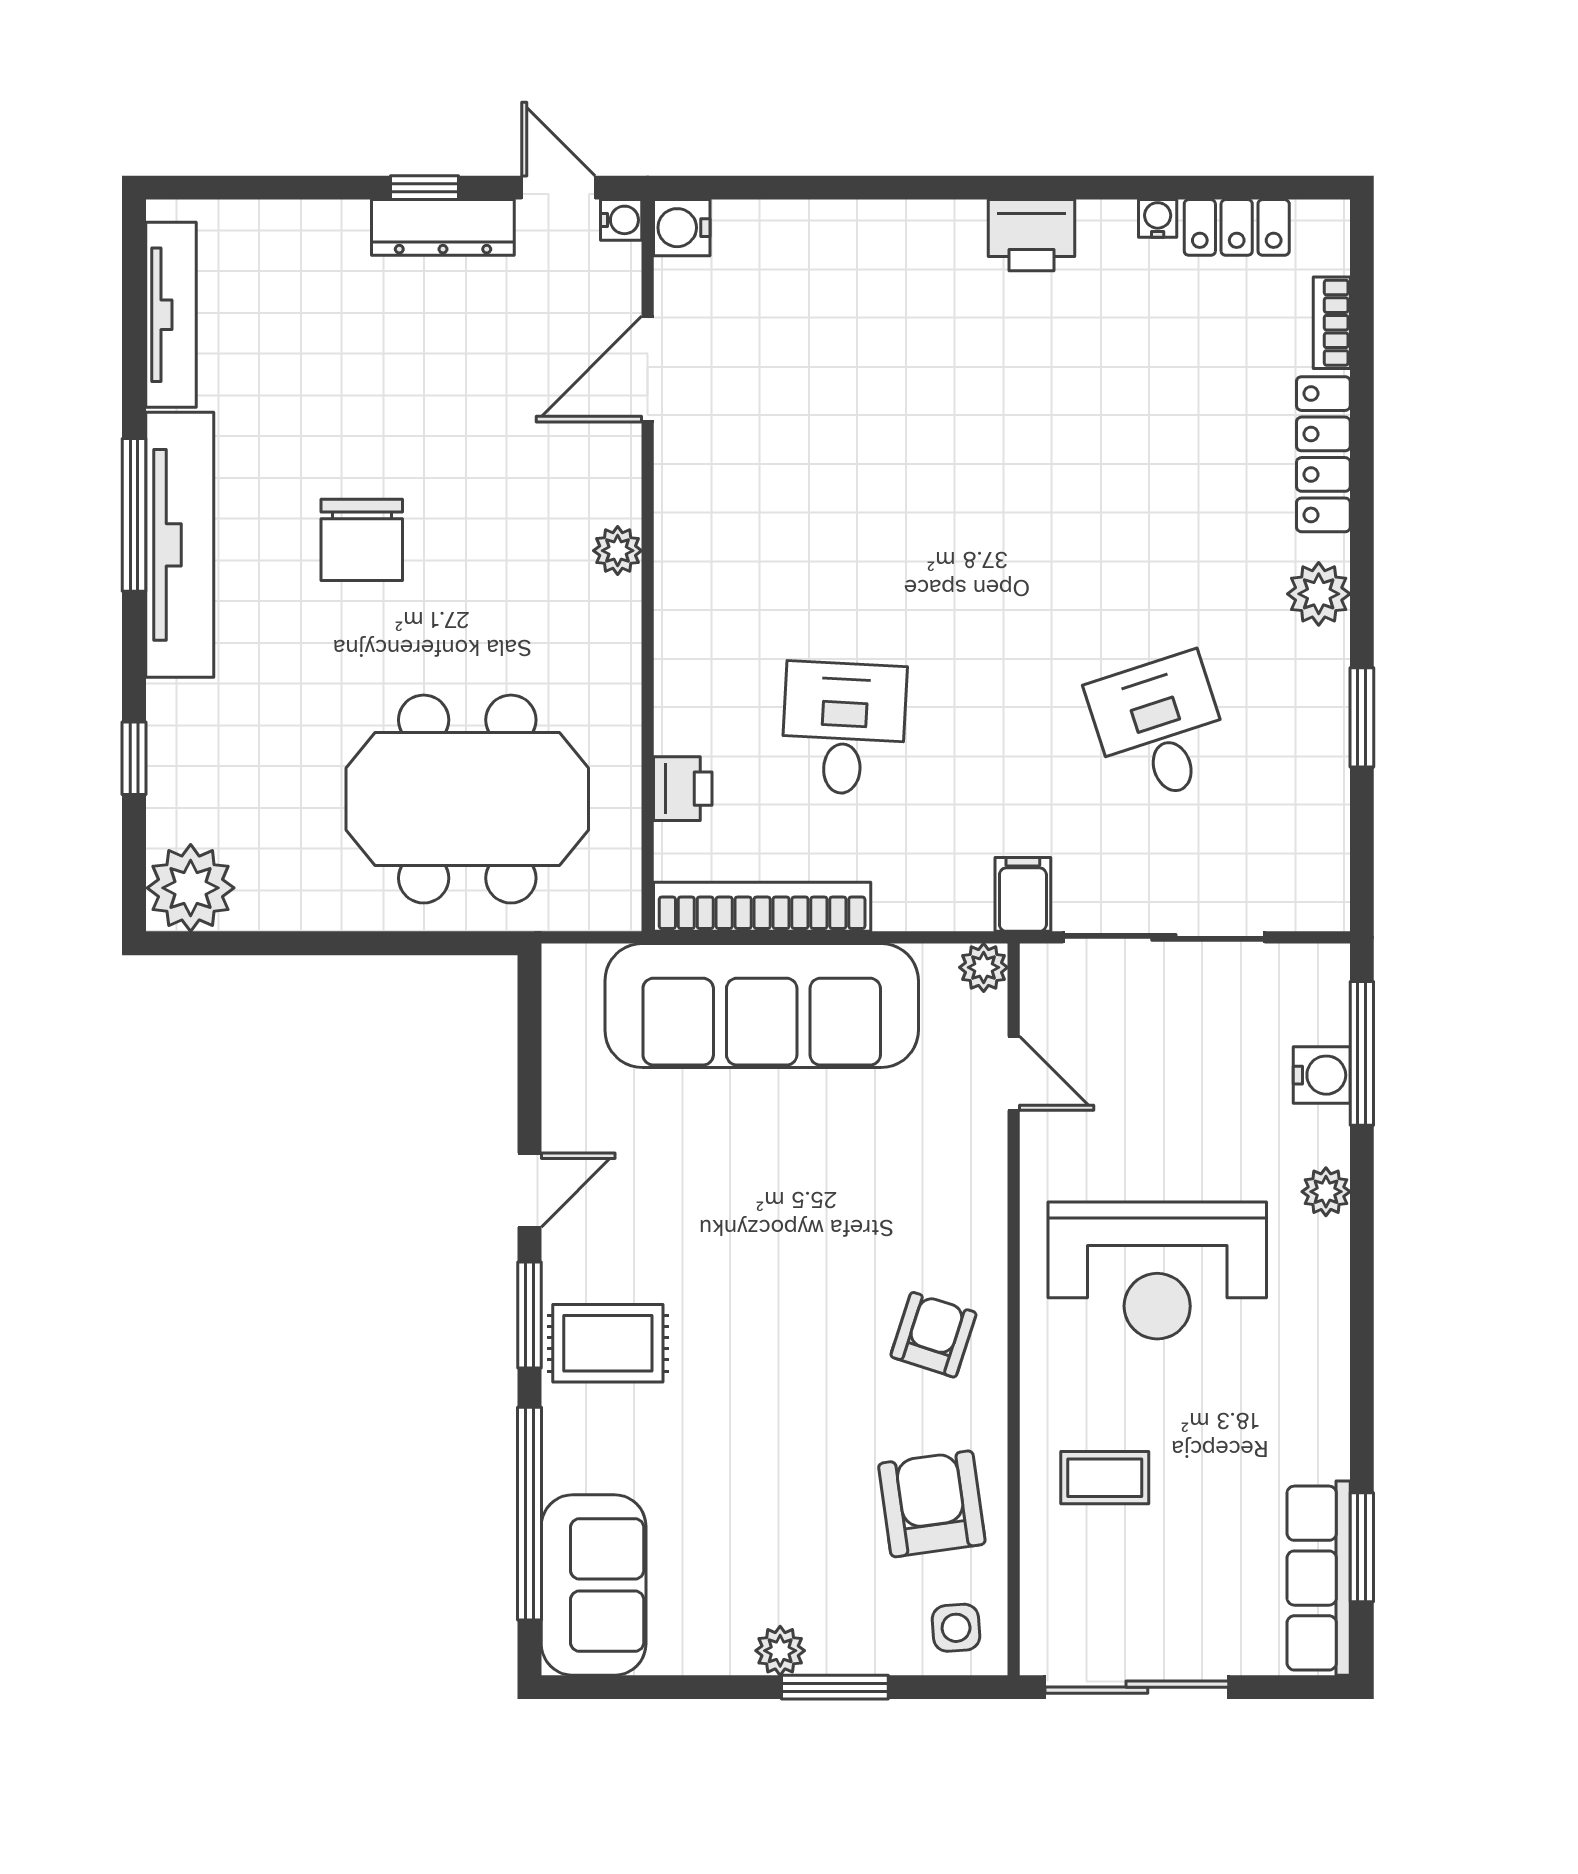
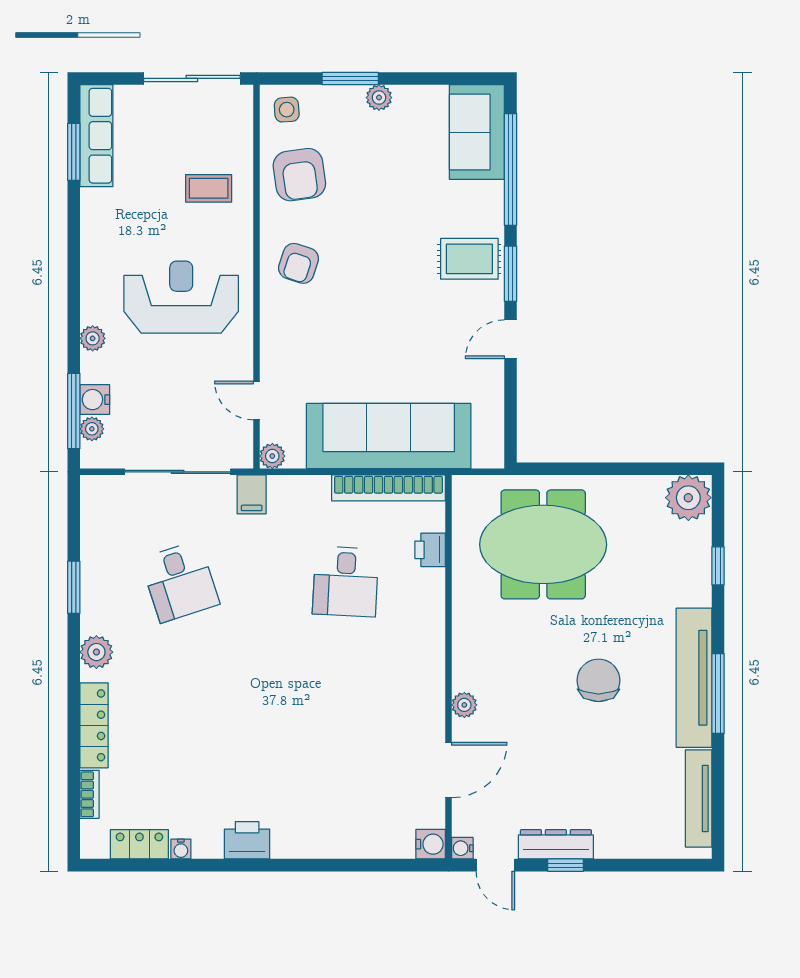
plant: (618, 551) -> (464, 705), moved
plant: (1327, 1019) -> (92, 429), added

